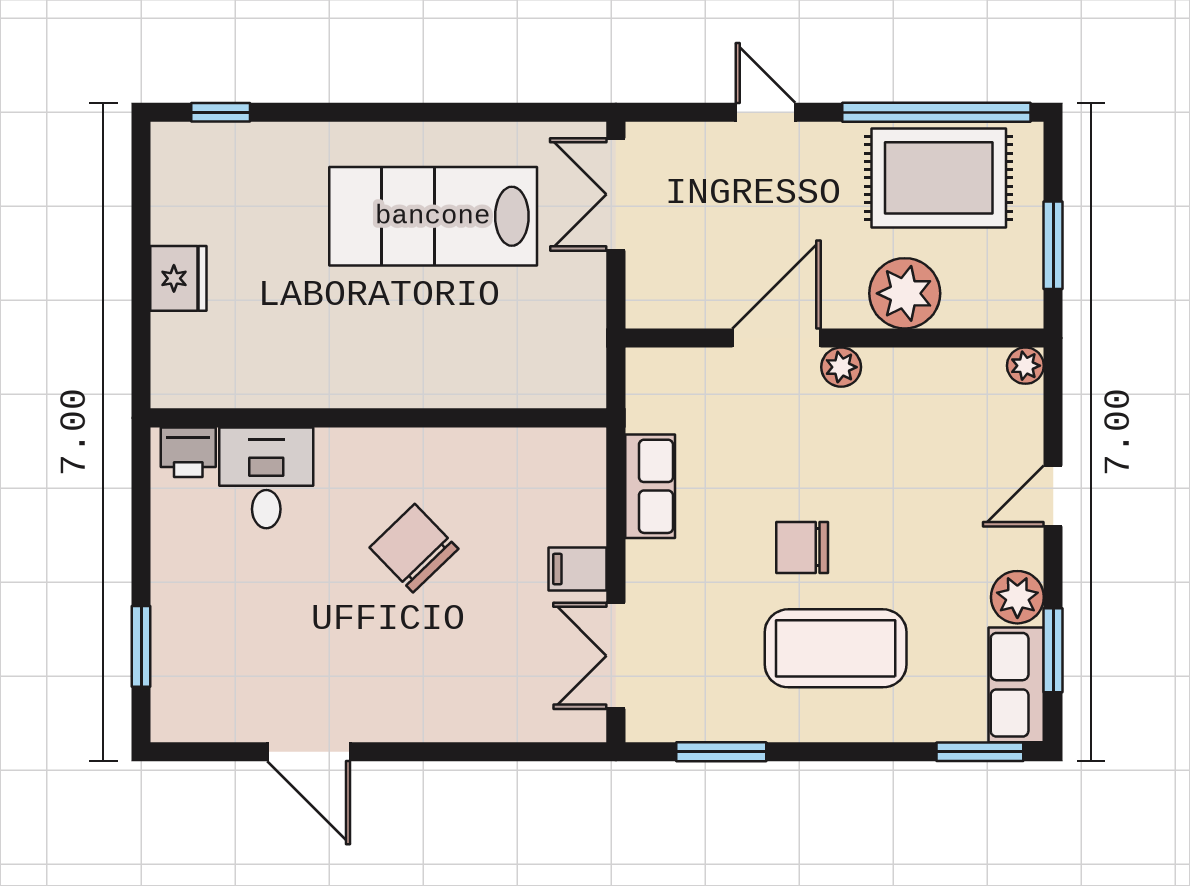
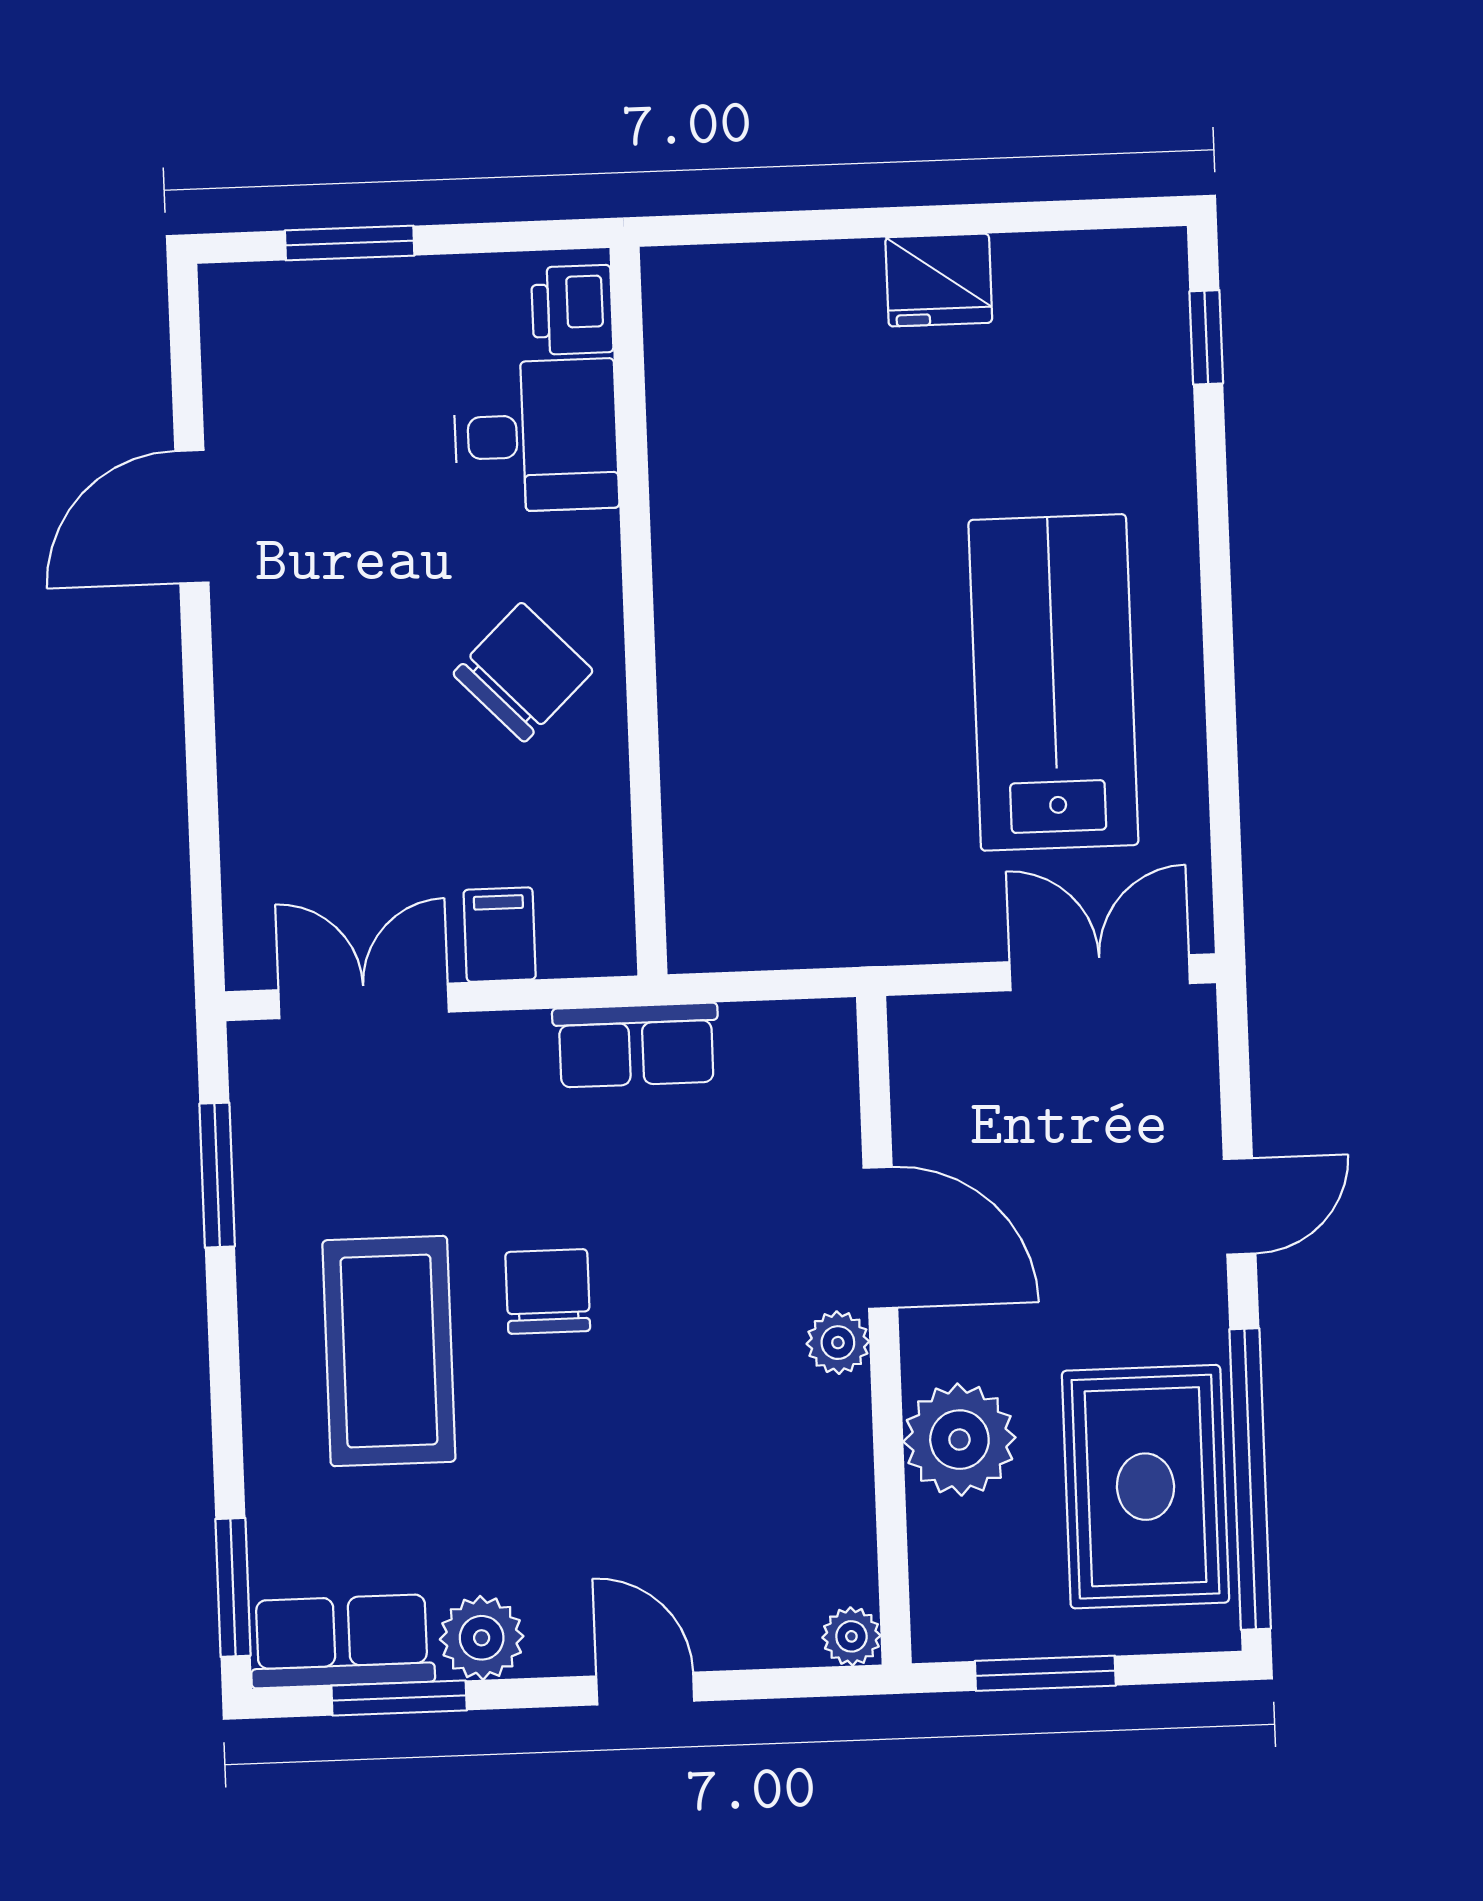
wall: (378, 418) -> (639, 611), moved
printer: (188, 452) -> (572, 310), moved
desk: (266, 478) -> (536, 436), moved

